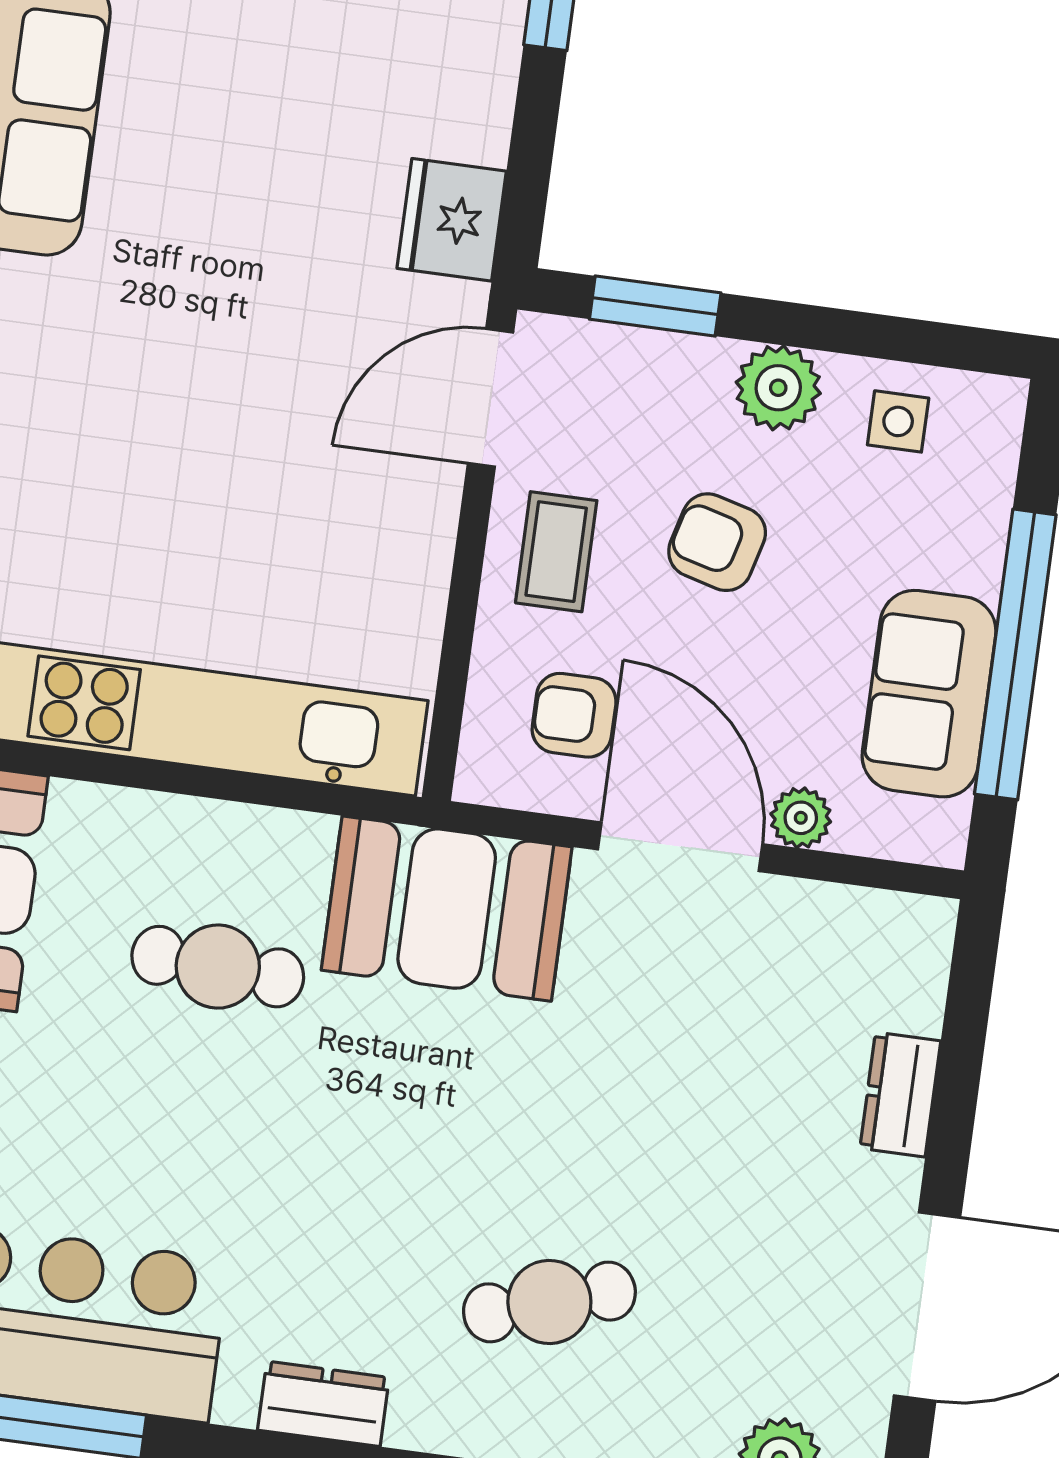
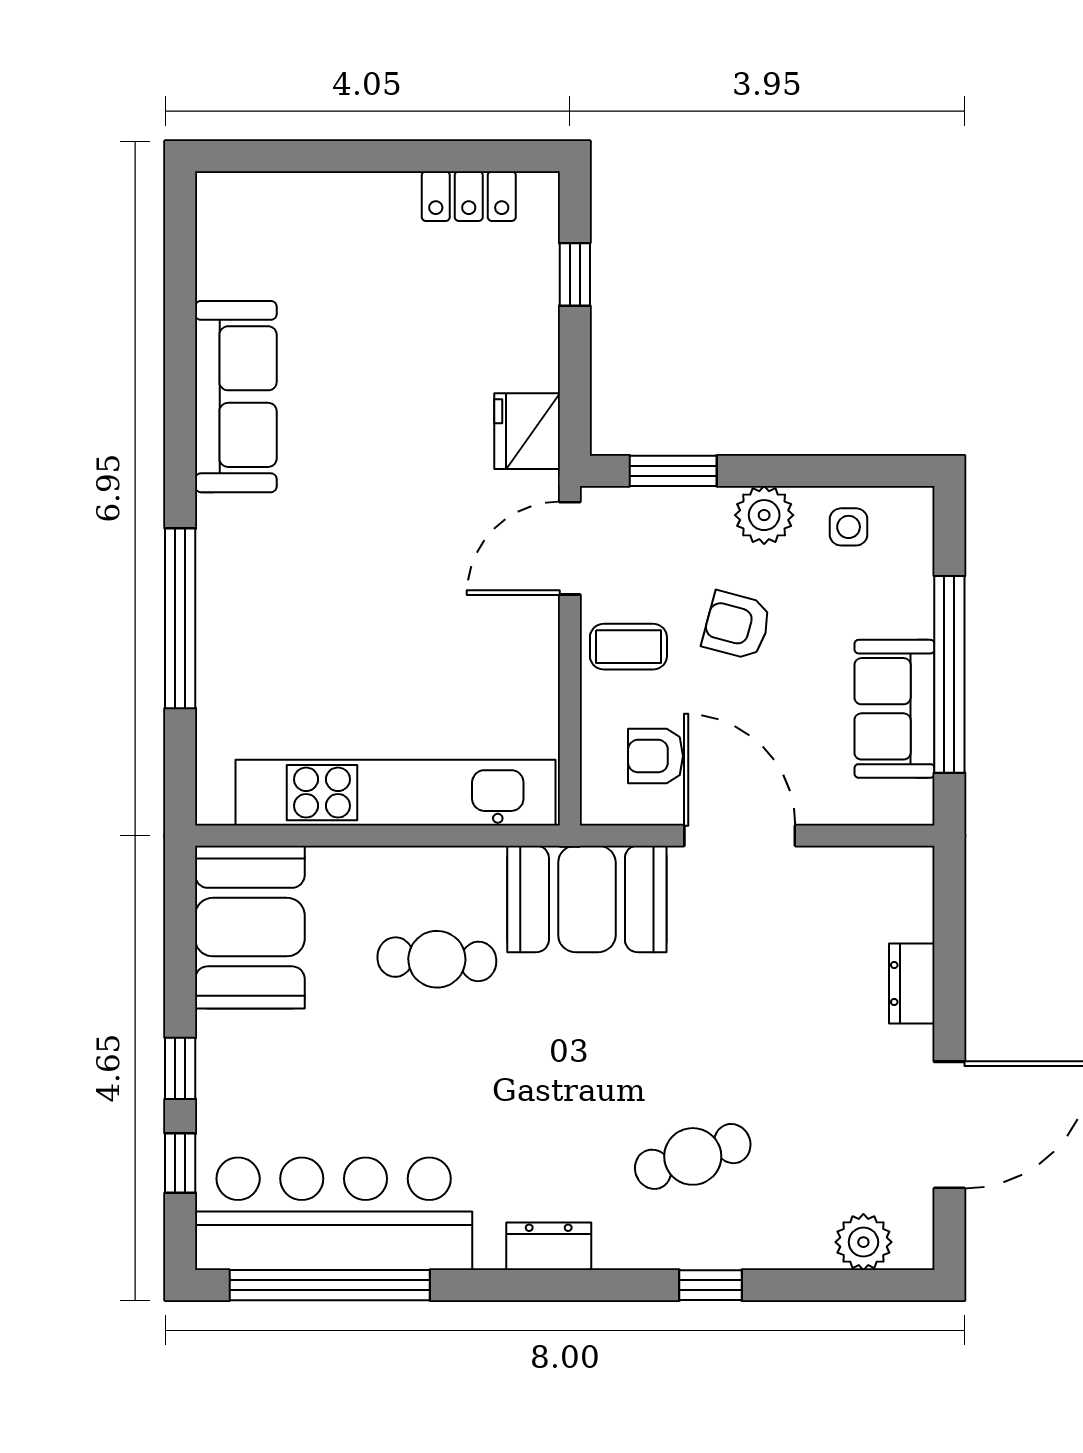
coffee table: (556, 552) -> (628, 647), turned 90
plant: (801, 818) -> (819, 805), removed

